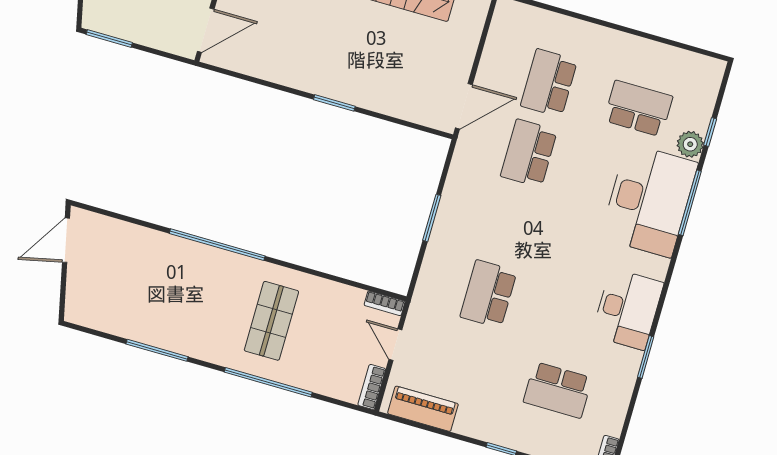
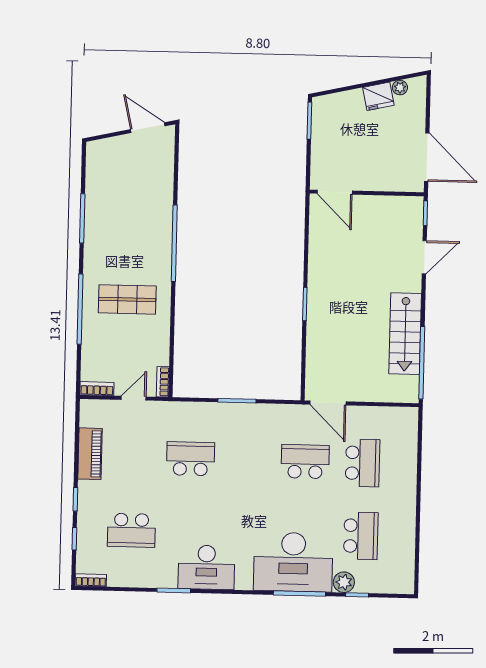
school desk: (549, 83) -> (363, 463), turned 90
school desk: (558, 390) -> (131, 530), turned -90
piano: (423, 409) -> (90, 454), moved

